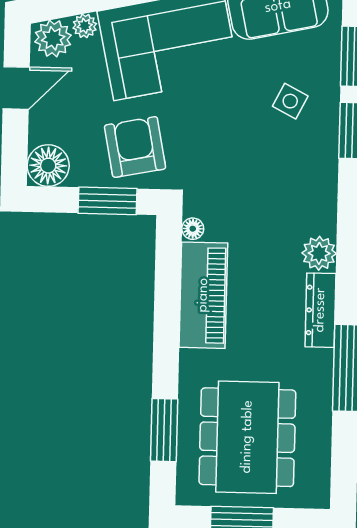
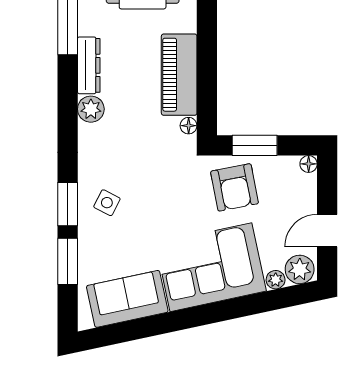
side table: (290, 101) -> (107, 203), moved
floor lamp: (48, 166) -> (309, 164), width x0.53, depth x0.53

